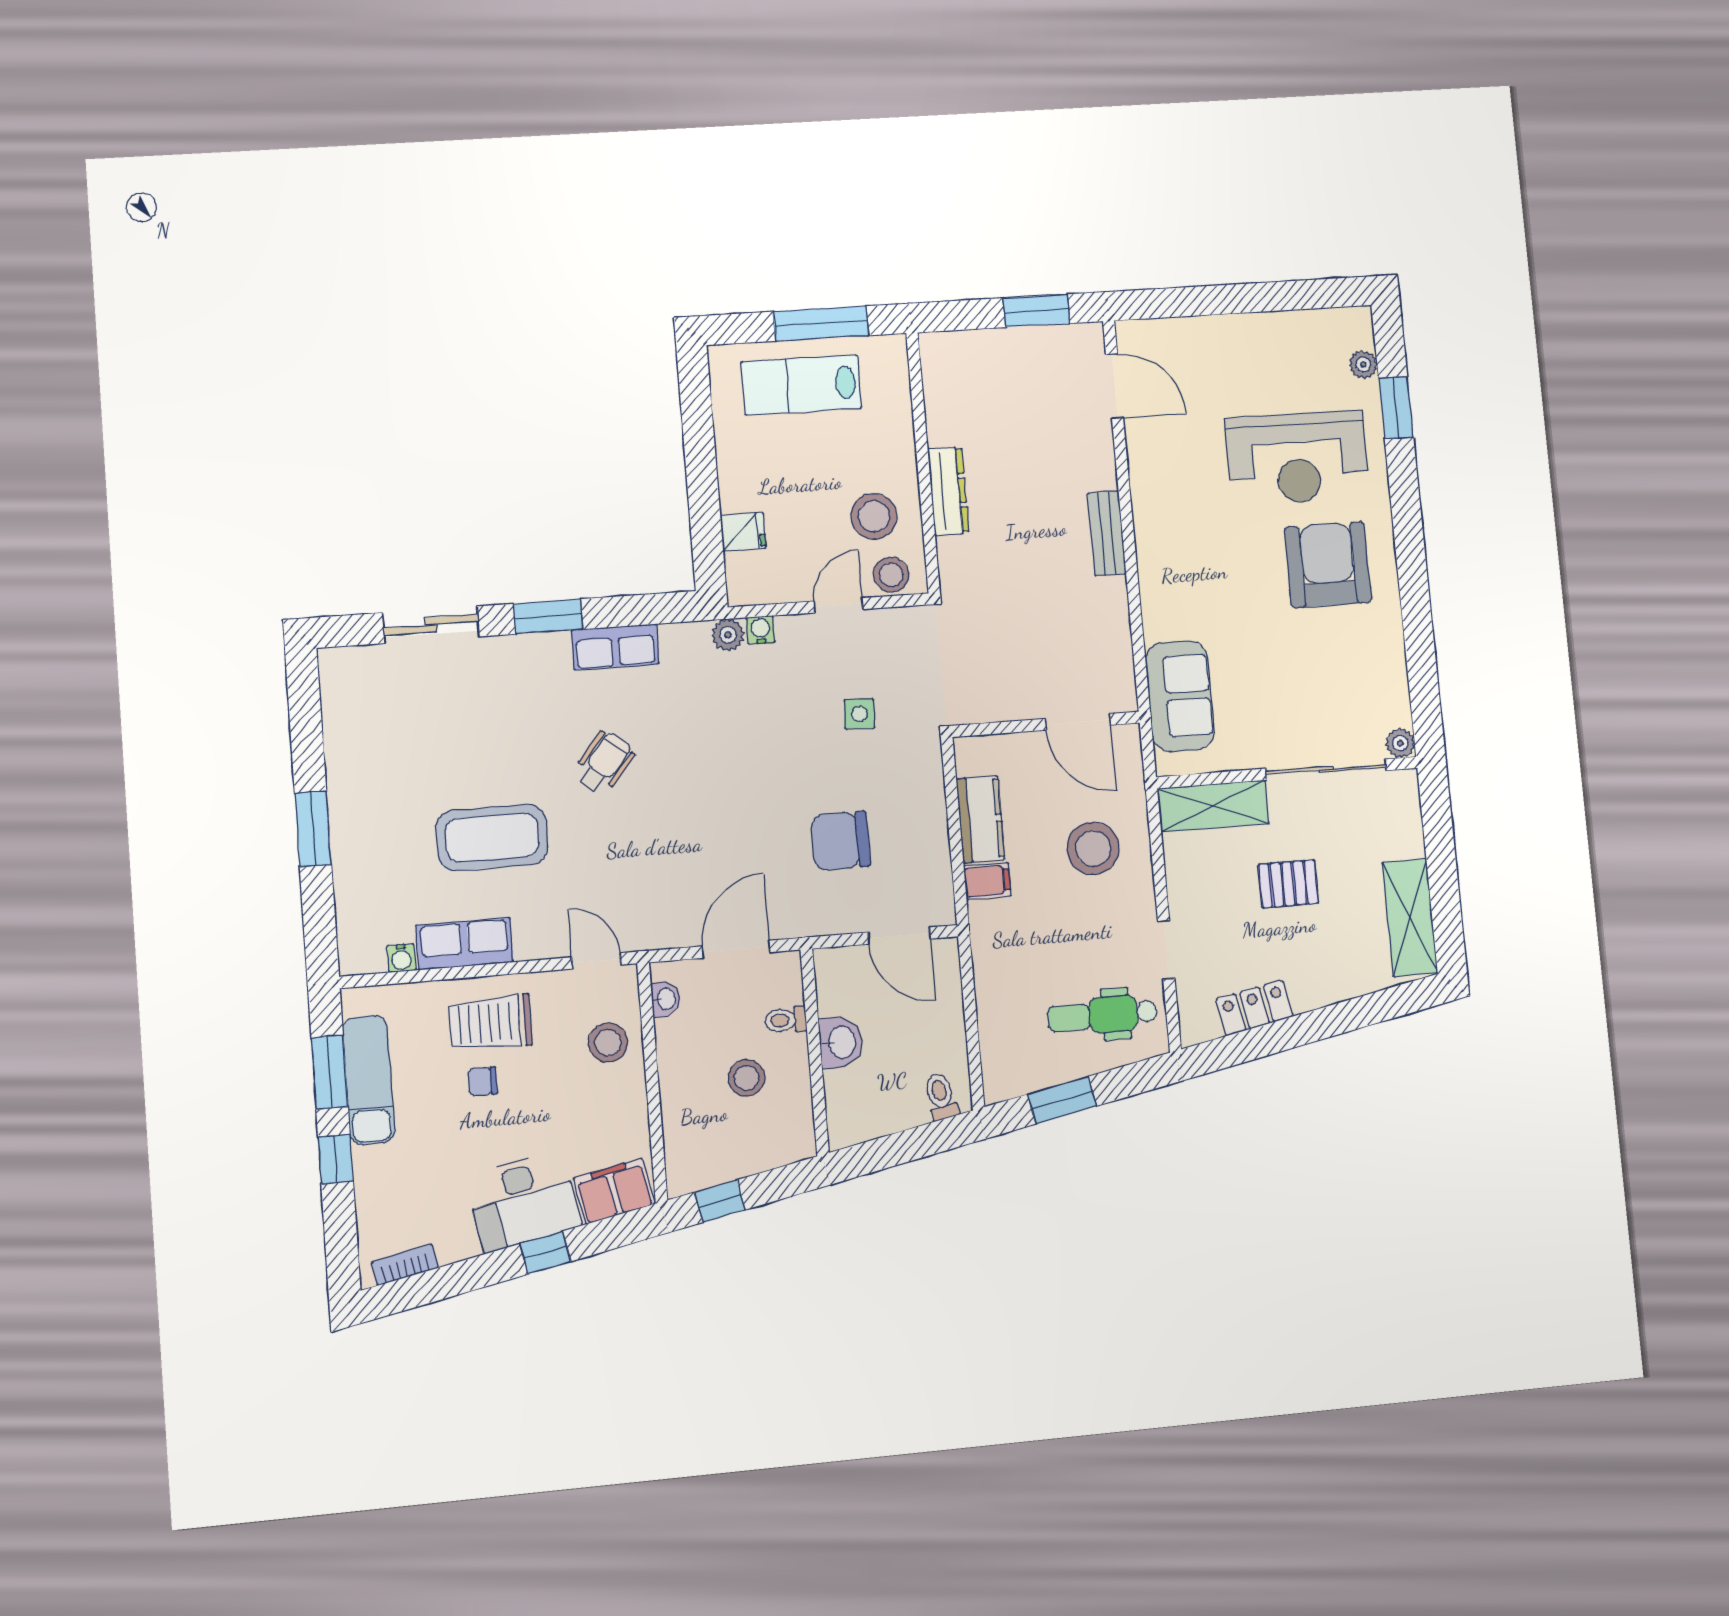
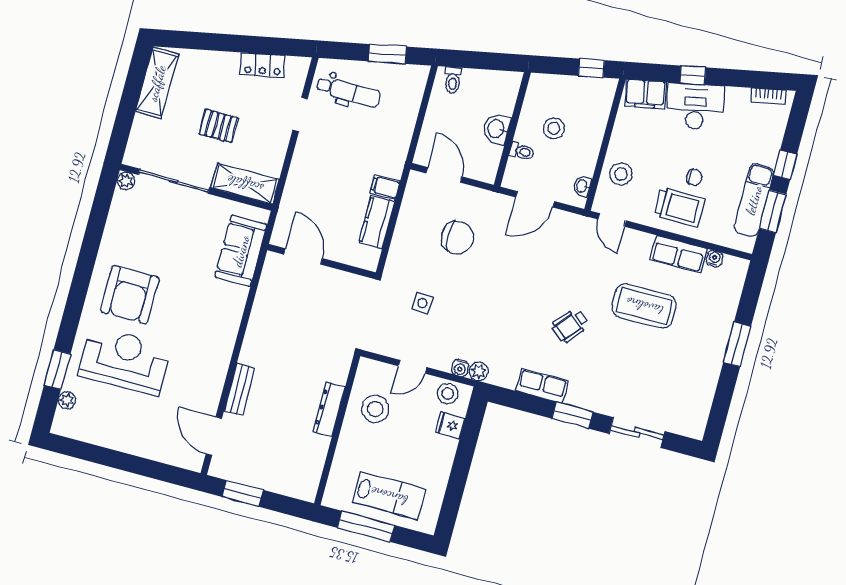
bench: (1107, 533) -> (240, 389), moved
stool: (891, 575) -> (448, 394), moved
stool: (1093, 848) -> (320, 184), removed

